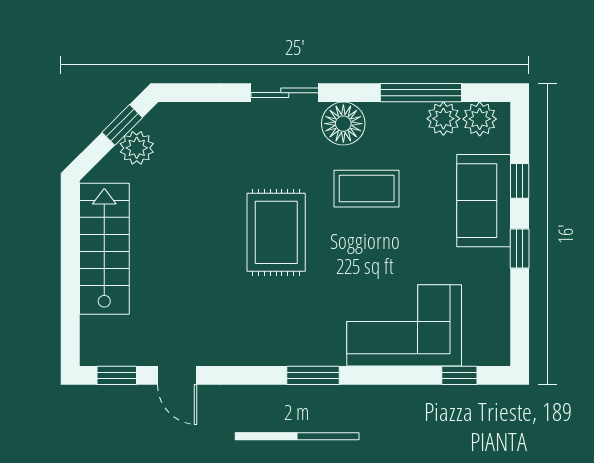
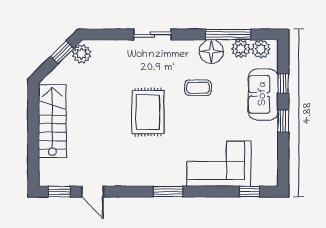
floor lamp: (343, 124) -> (211, 52), moved
plant: (137, 148) -> (82, 54), moved
coffee table: (367, 189) -> (198, 88), width x0.73, depth x0.77

